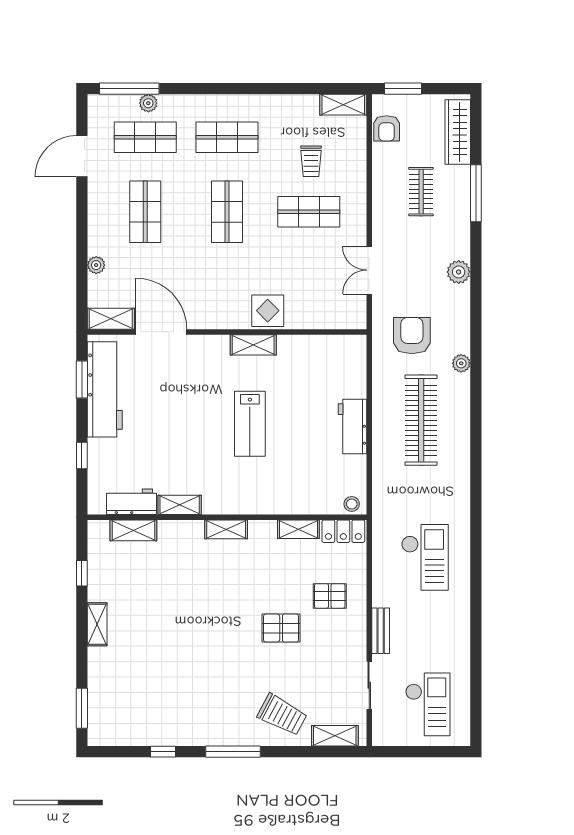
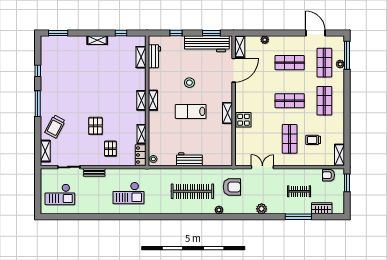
wardrobe: (458, 132) -> (322, 208), width x0.67
stool: (188, 427) -> (189, 83), added
shelving: (180, 505) -> (153, 100), moved

